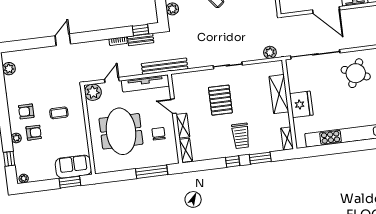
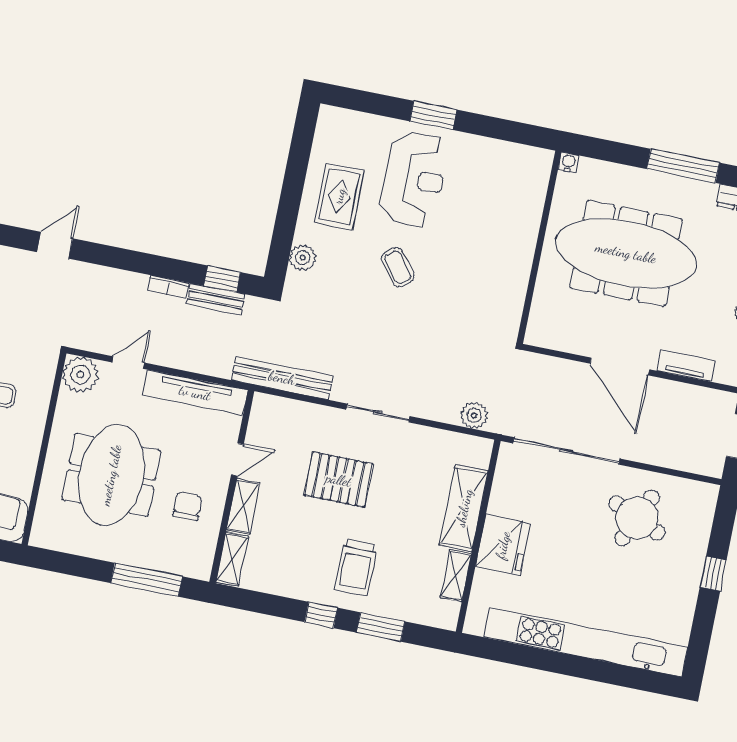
bench: (165, 66) -> (282, 378), moved
pallet: (220, 100) -> (339, 480), turned 90
door: (173, 106) -> (237, 460), swing flipped
shelving: (287, 138) -> (456, 576), moved

